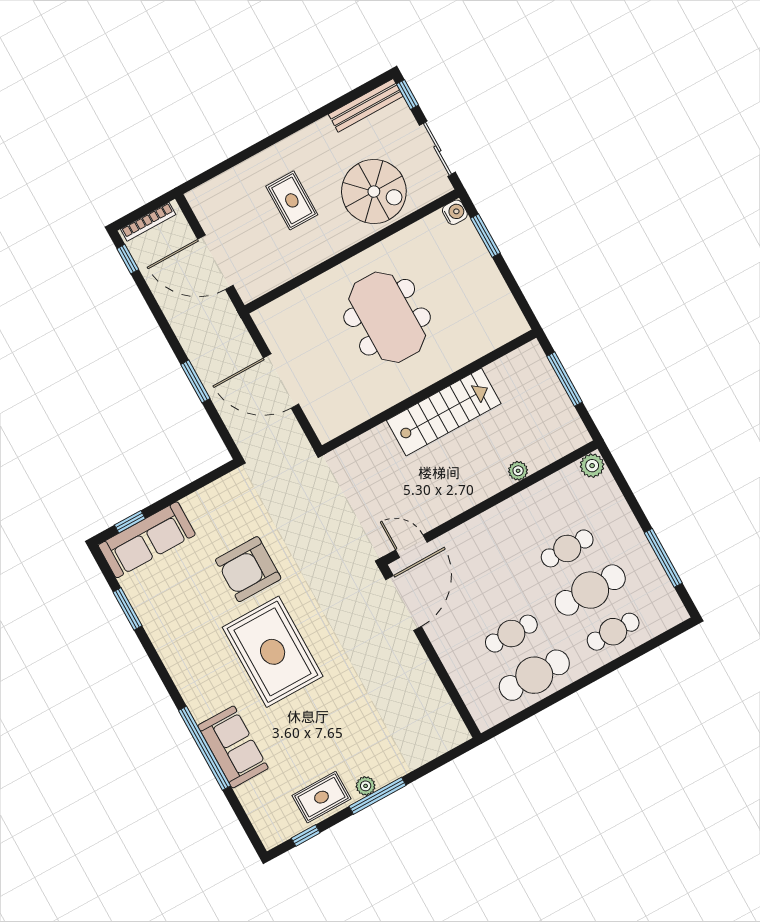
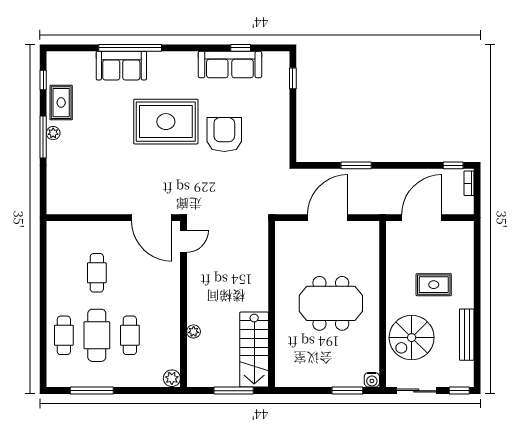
bench: (366, 105) -> (467, 335), moved
bookcase: (148, 222) -> (469, 183), width x0.64
stairs: (444, 412) -> (254, 350), moved
sofa: (147, 540) -> (230, 65), moved, turned -90
window: (128, 609) -> (241, 48), width x0.67
cafe table: (534, 675) -> (64, 273), removed

